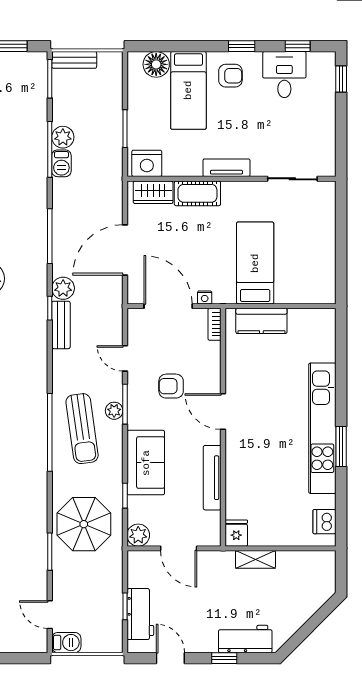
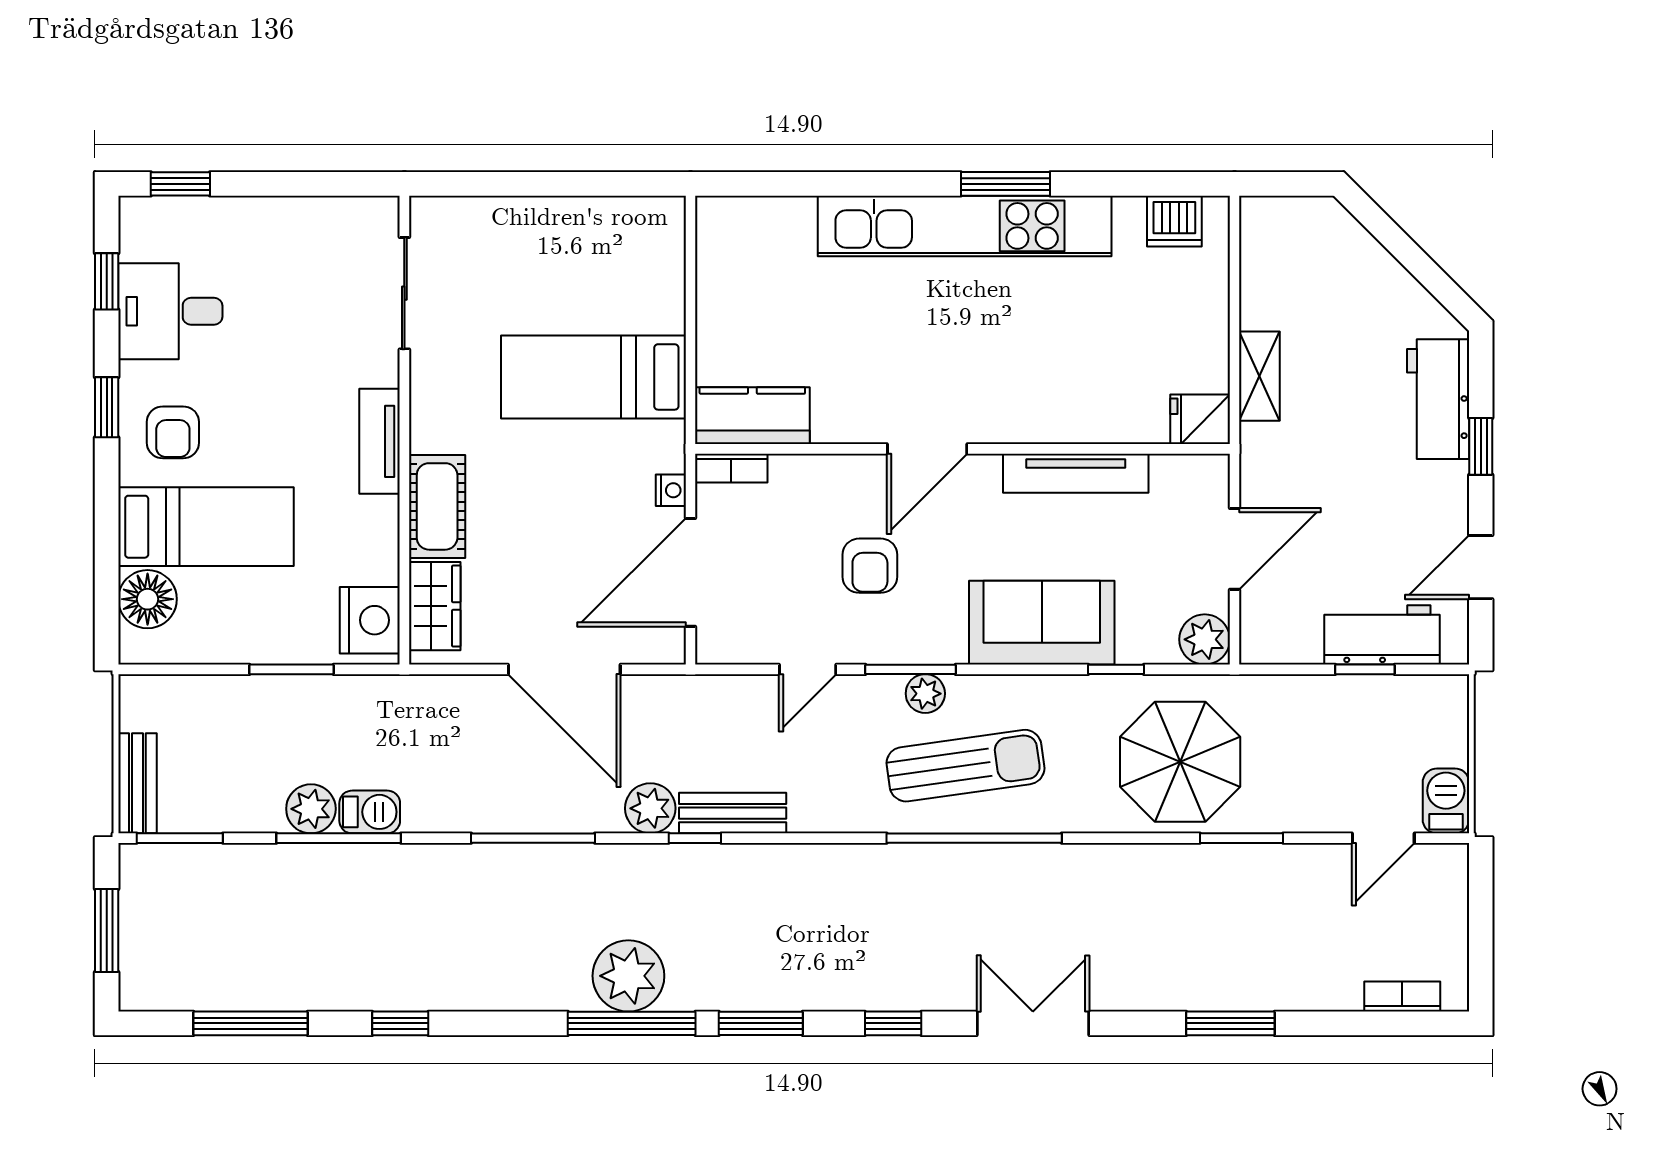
armchair: (230, 76) -> (173, 432), turned 180
kitchen counter: (261, 321) -> (752, 416), moved, turned -90

